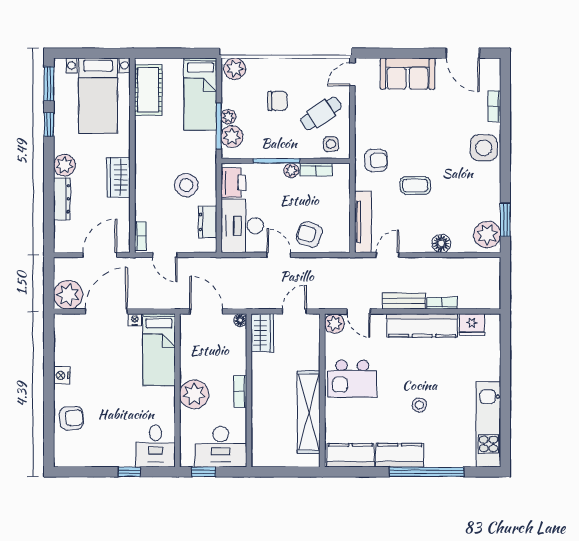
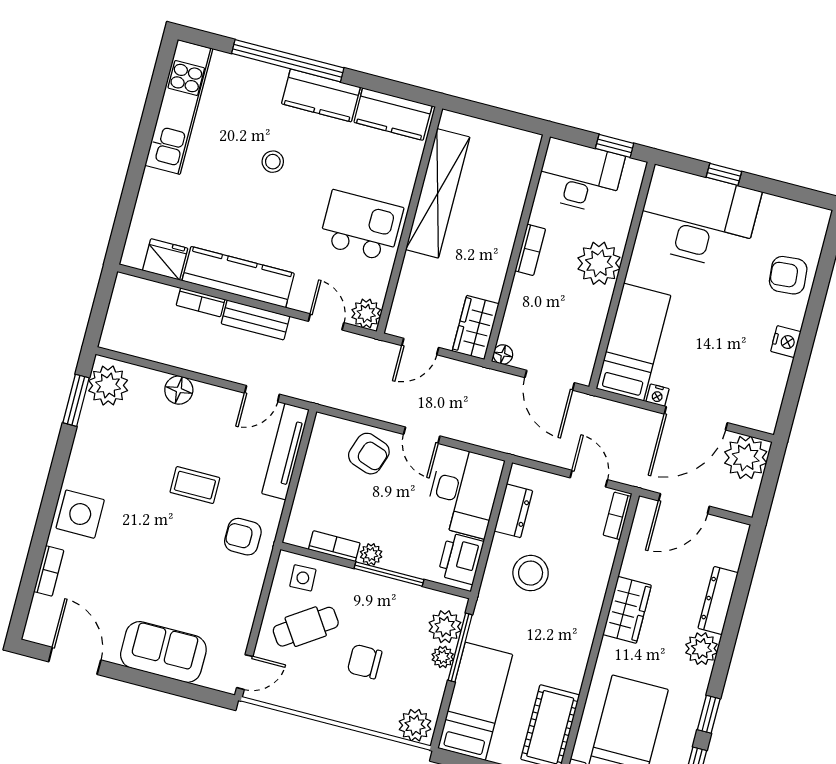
desk: (156, 446) -> (698, 218), width x1.87, depth x1.30

